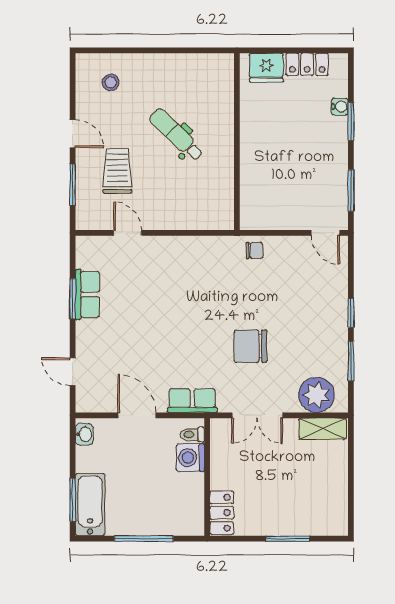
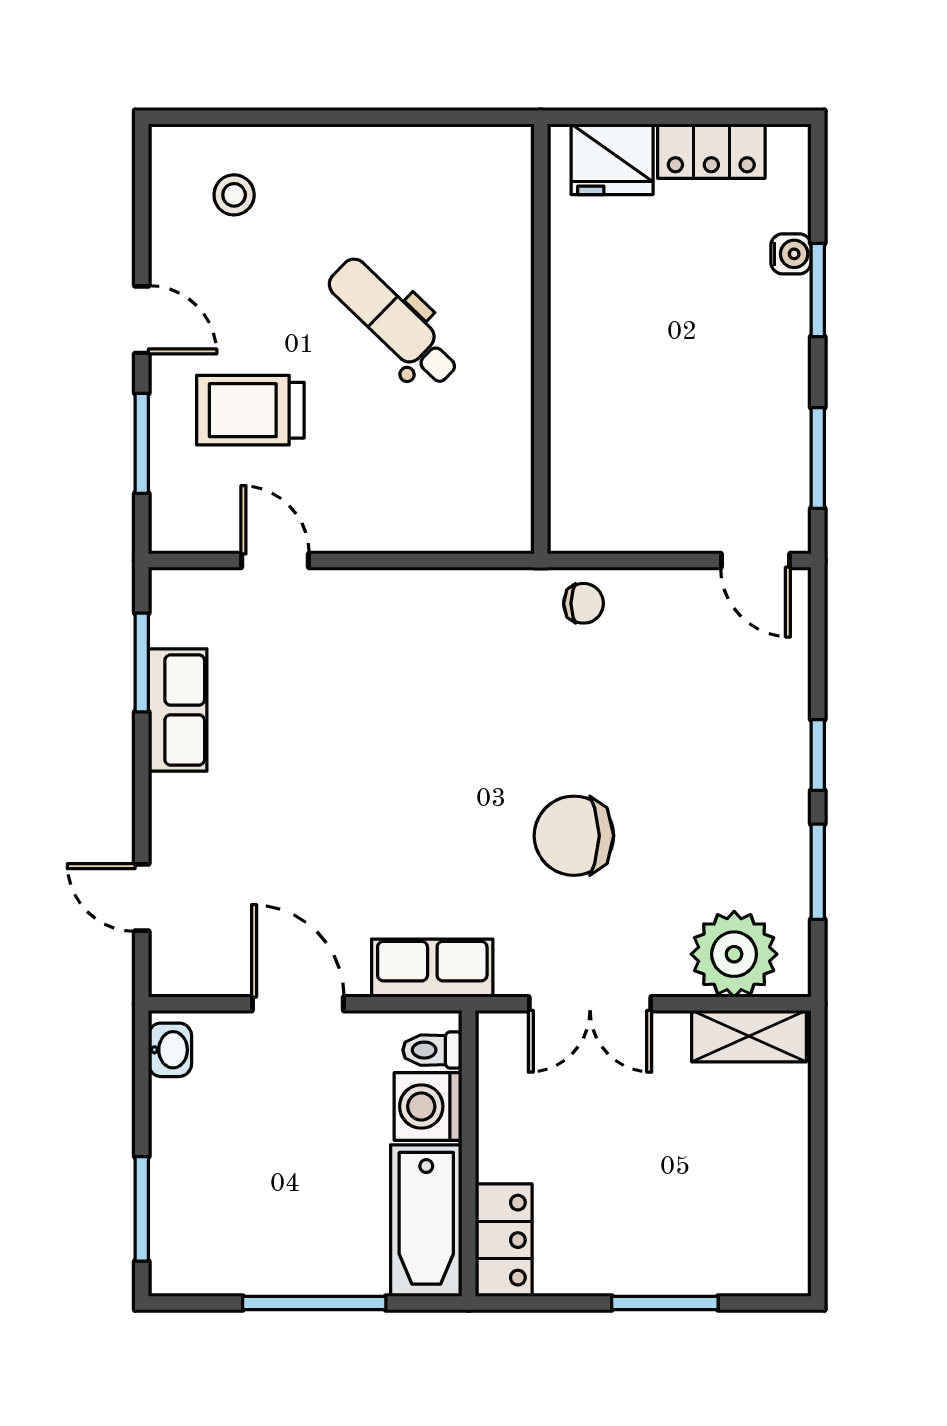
trolley: (117, 171) -> (250, 410), turned -90
window: (73, 299) -> (142, 663), moved
bathtub: (90, 505) -> (426, 1221), moved, turned 180

